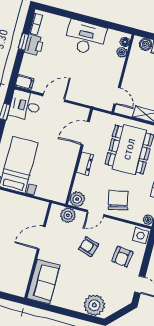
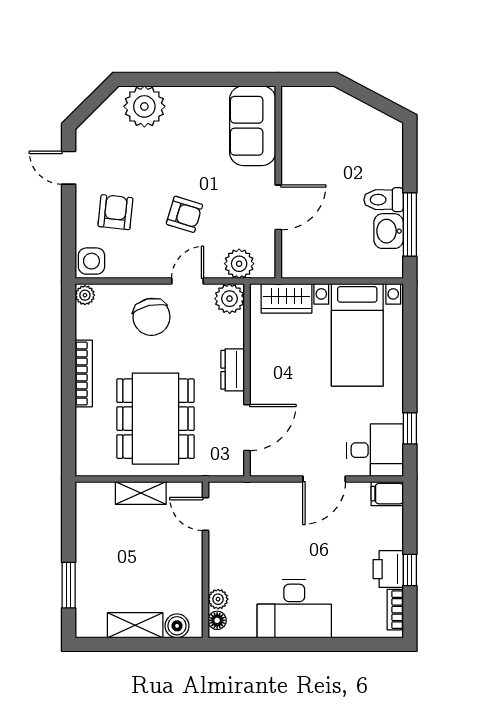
wardrobe: (49, 192) -> (287, 298), added

